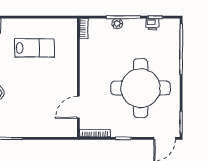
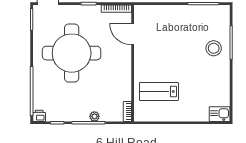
printer: (152, 24) -> (39, 116), moved
lab bench: (35, 48) -> (159, 91), moved
door: (78, 107) -> (133, 34), swing flipped

